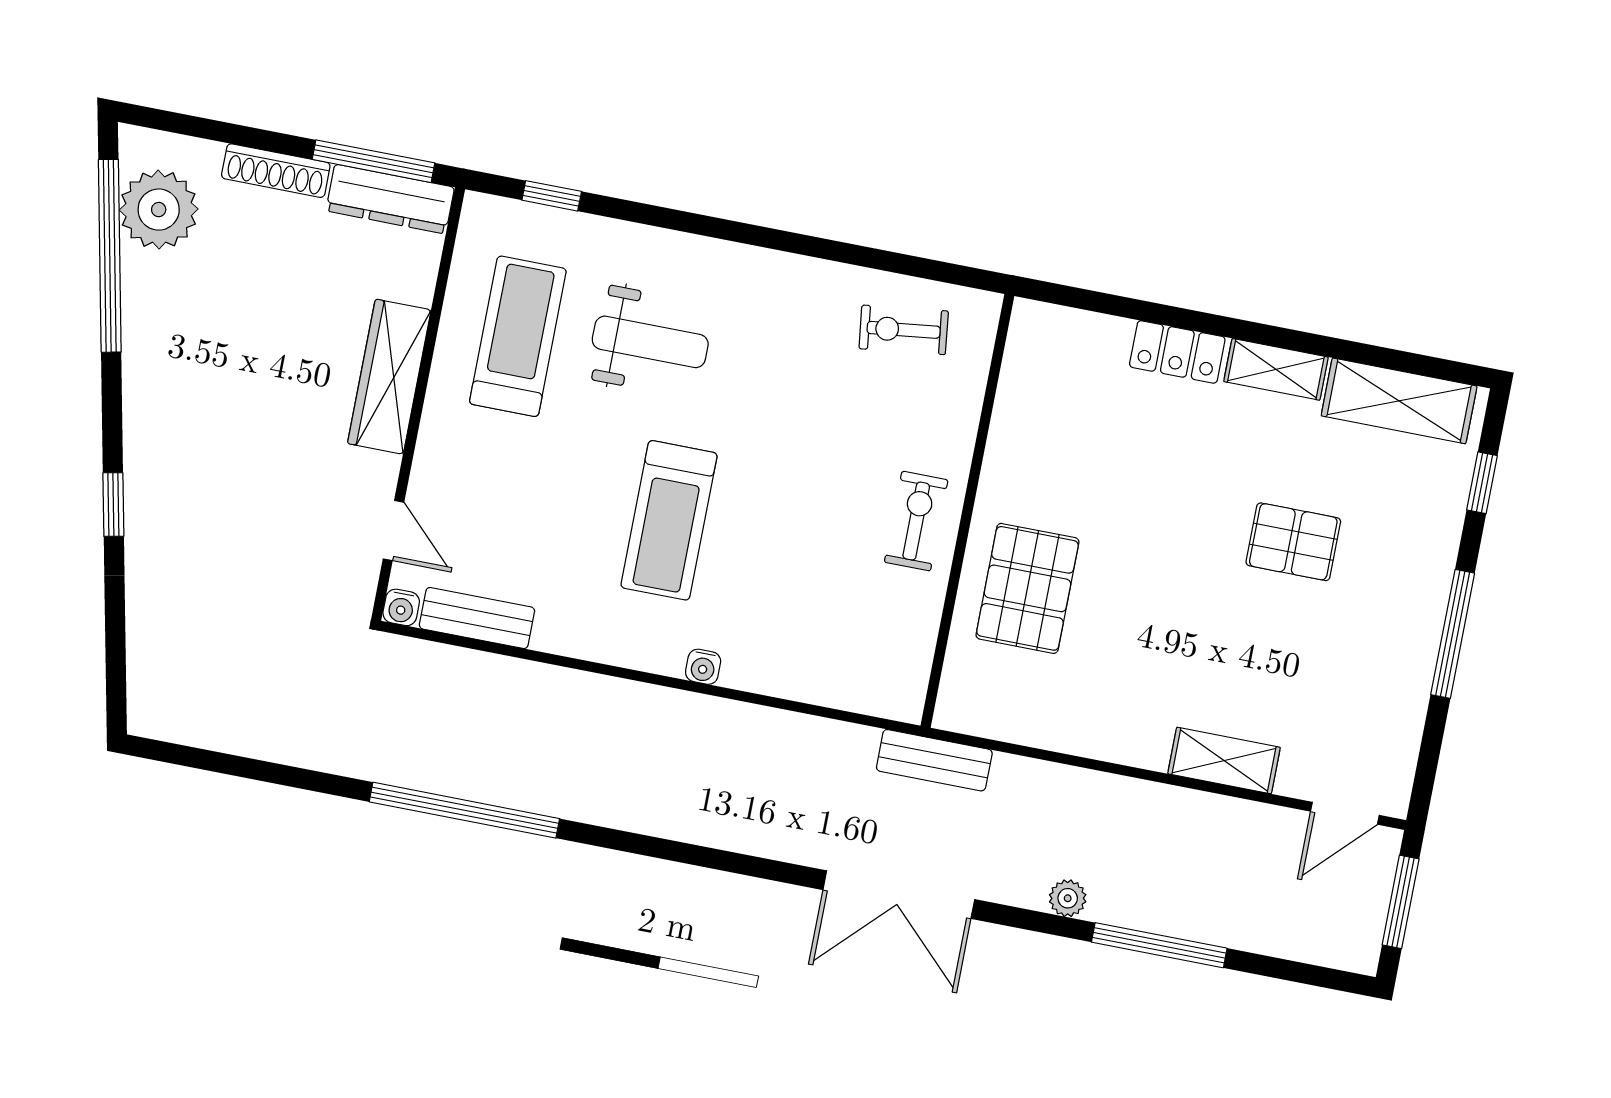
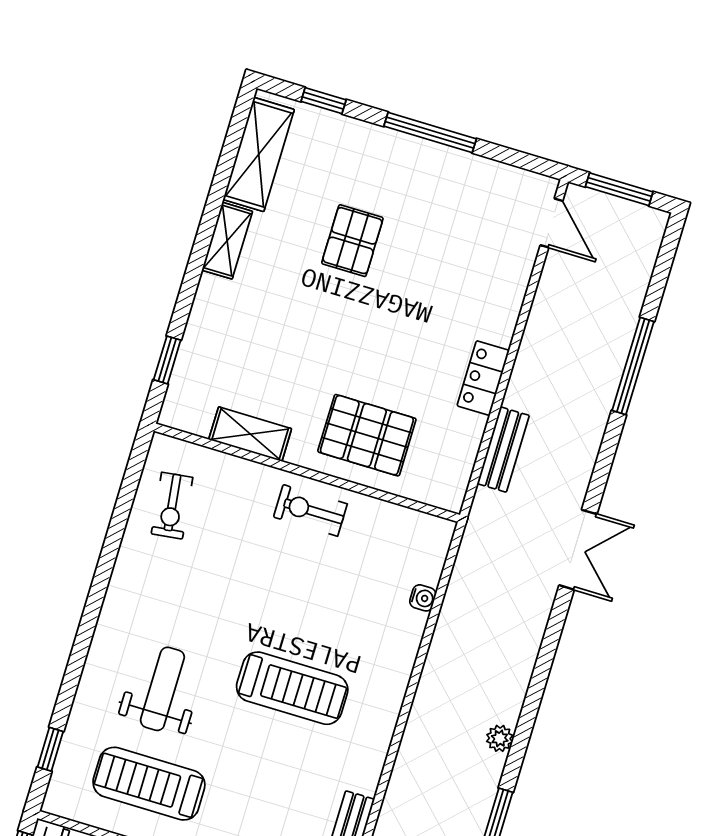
window: (1104, 303) -> (167, 360), added
locker: (1177, 352) -> (483, 378), moved, turned 180
water cooler: (703, 667) -> (423, 598), moved
bench: (934, 760) -> (503, 450), moved
shelving: (1224, 761) -> (250, 434), moved, turned 90
double door: (899, 895) -> (578, 550), width x0.73
plant: (1068, 898) -> (500, 738), moved

